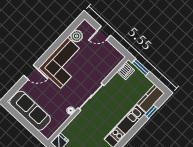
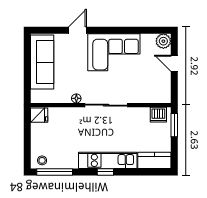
plant: (77, 36) -> (163, 41), moved
door: (31, 72) -> (77, 30), swing flipped
window: (151, 112) -> (105, 172), moved

